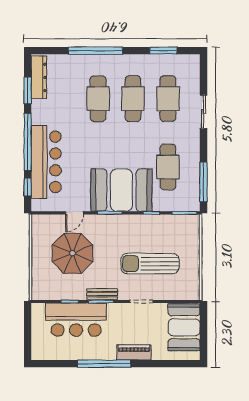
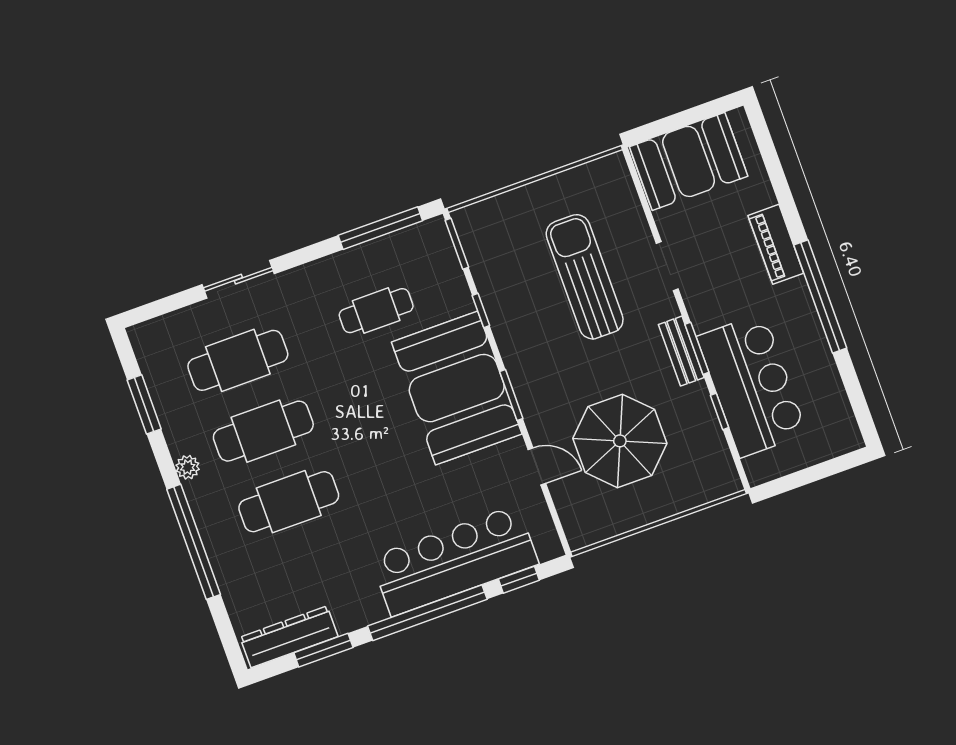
plant: (129, 60) -> (188, 467), added
cafe table: (168, 167) -> (376, 311), width x0.73, depth x0.74
sun lounger: (150, 264) -> (585, 277), turned 180

